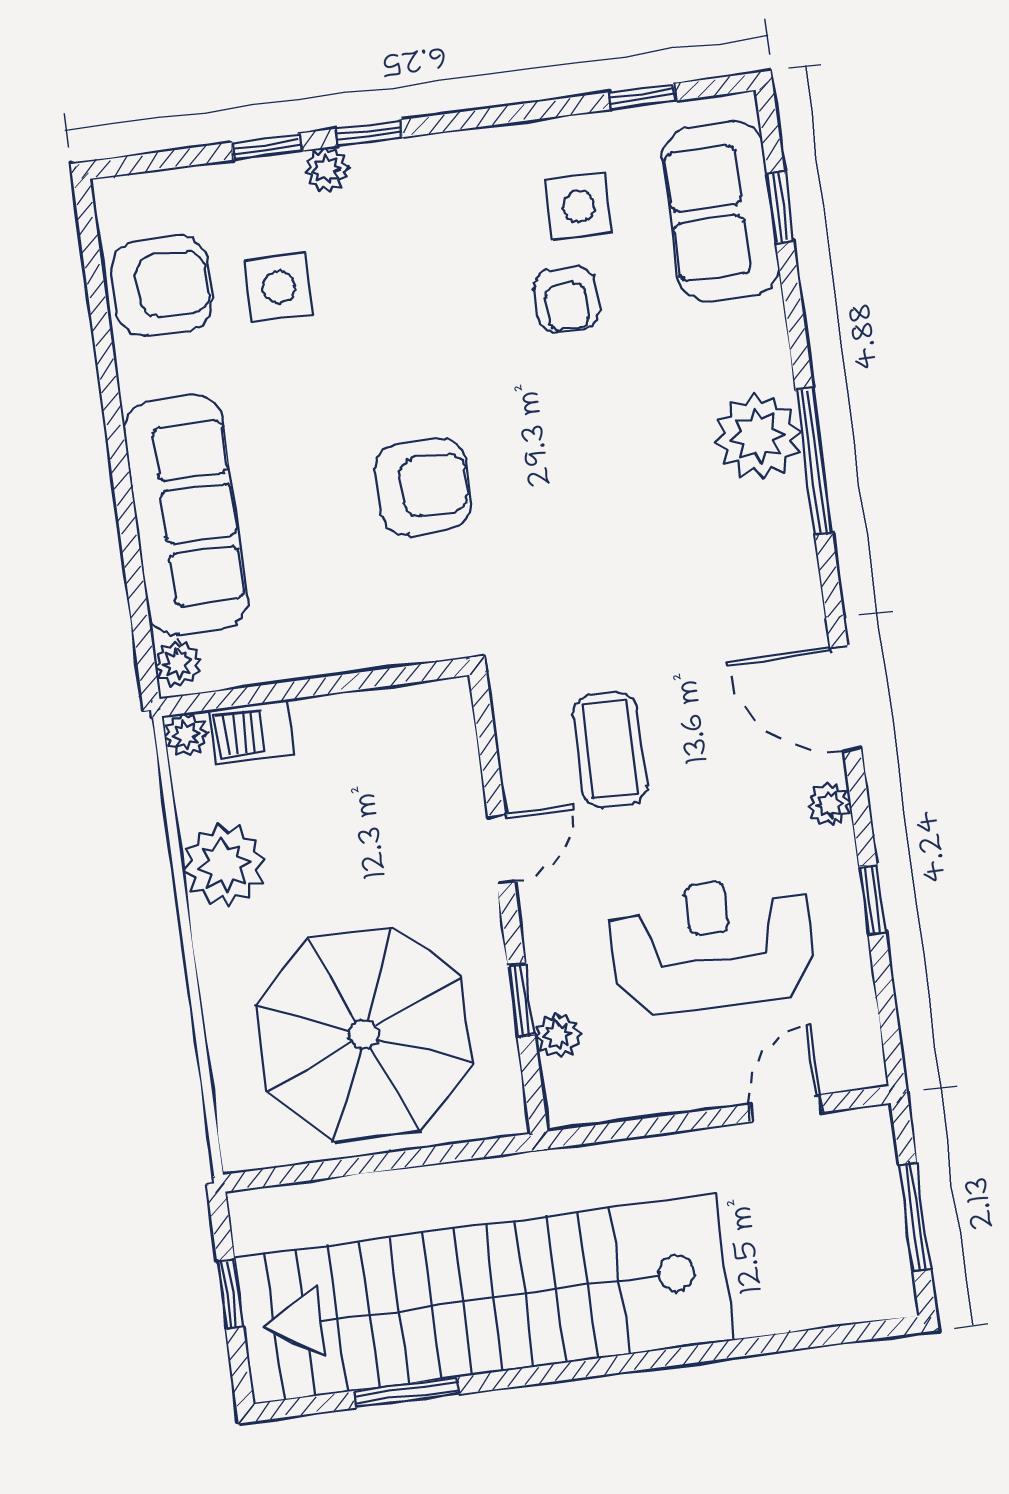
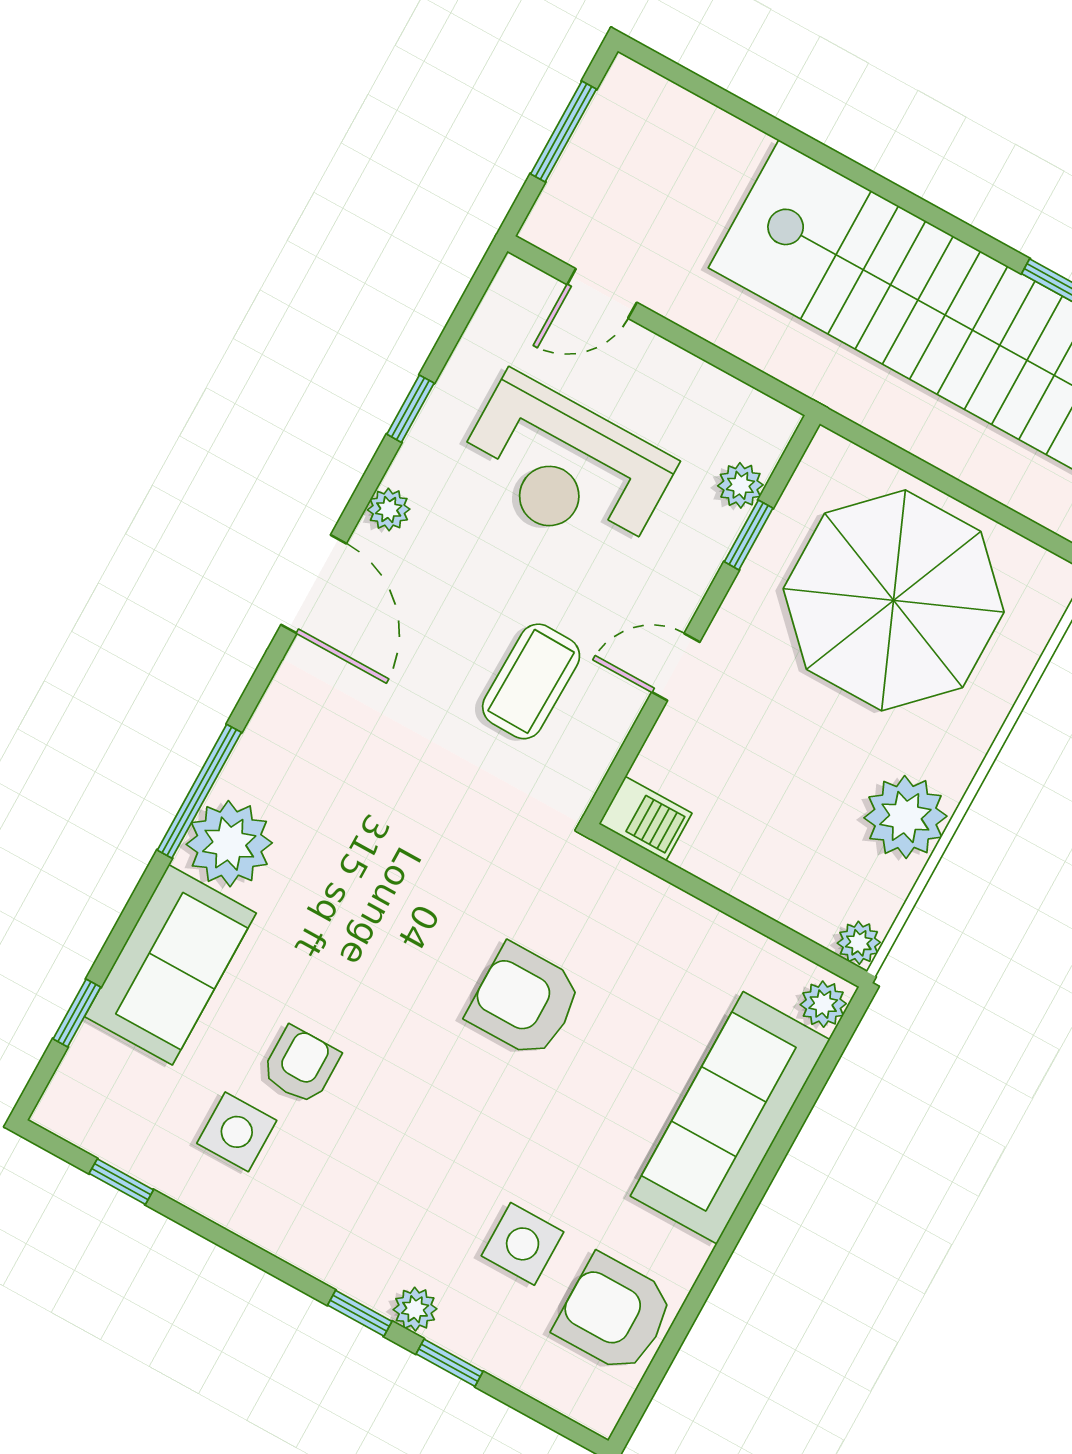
sofa: (721, 212) -> (170, 965), moved
barbecue: (251, 732) -> (645, 819), moved

